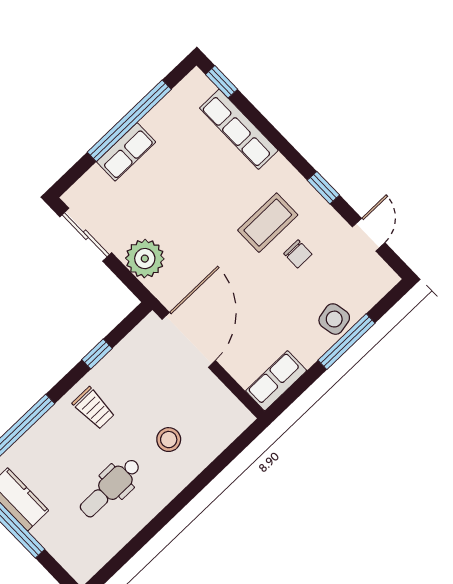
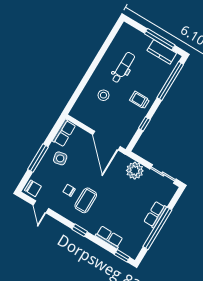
row of seats: (239, 129) -> (109, 237), width x0.68
window: (323, 188) -> (80, 230), moved
chair: (375, 279) -> (33, 188), added
side table: (334, 319) -> (60, 158), moved

